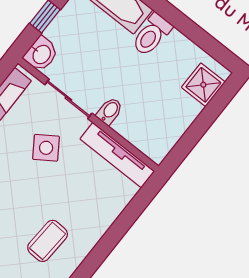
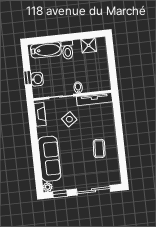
washbasin: (41, 54) -> (37, 79), moved
shower: (203, 85) -> (89, 45), moved

